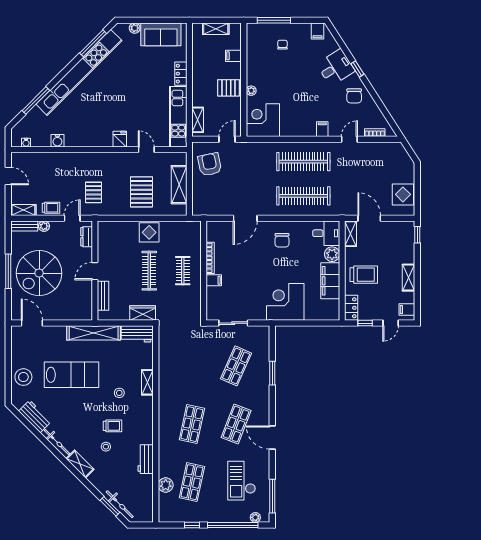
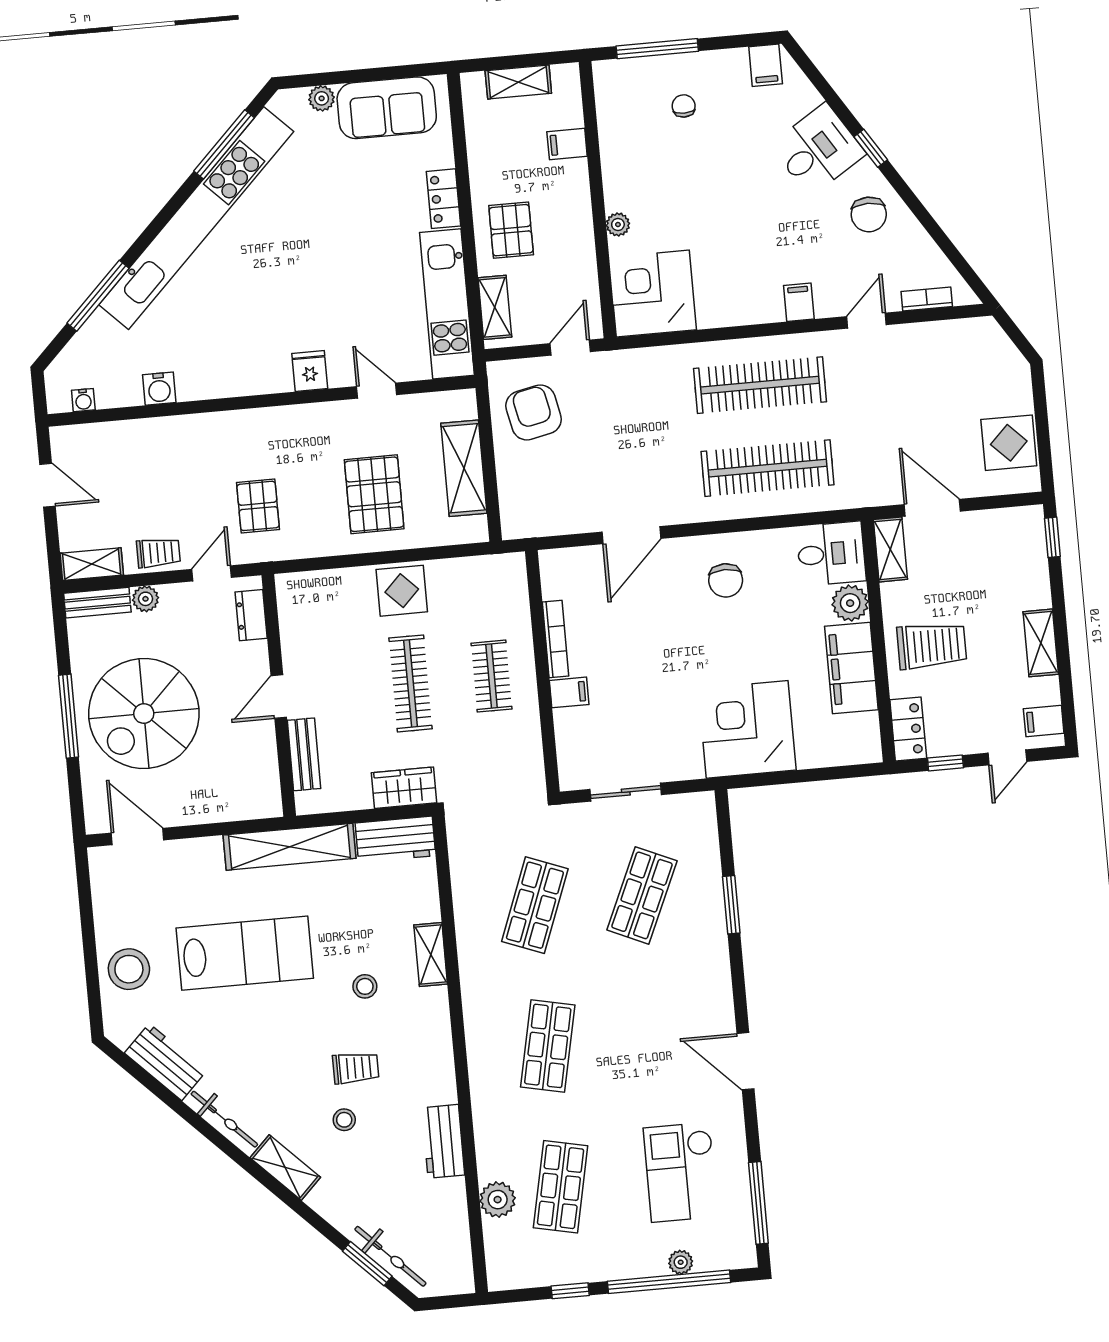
pallet: (229, 88) -> (511, 230), moved, turned 90
shop shelf: (236, 424) -> (535, 905), moved
plant: (255, 517) -> (681, 1262), moved

